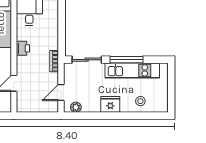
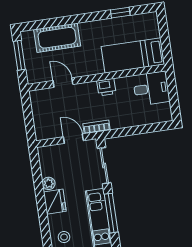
door: (61, 93) -> (73, 139), moved
plant: (76, 107) -> (49, 183), moved

